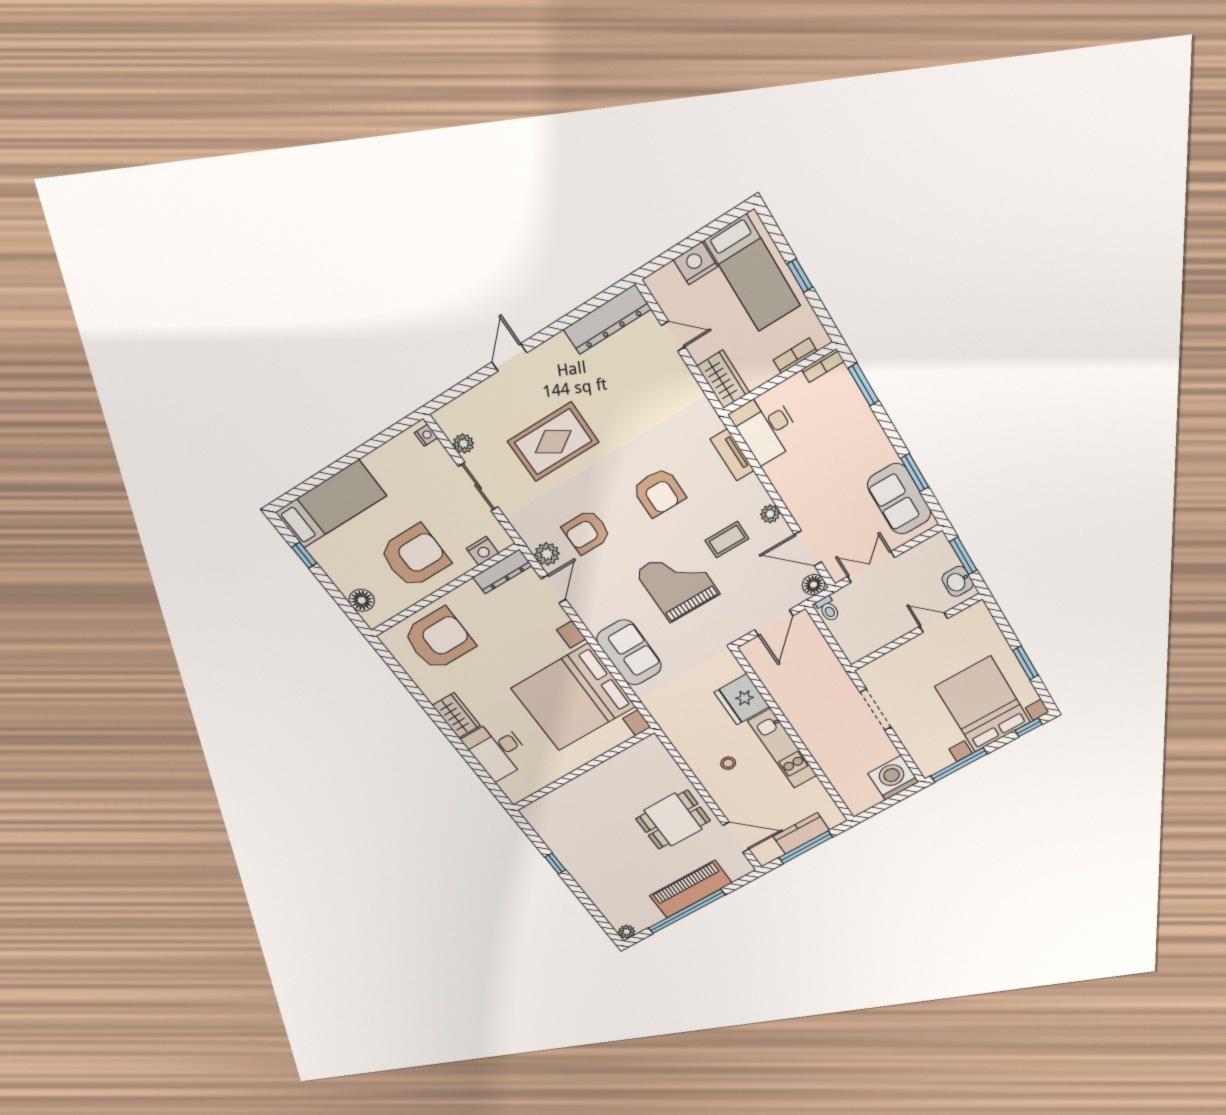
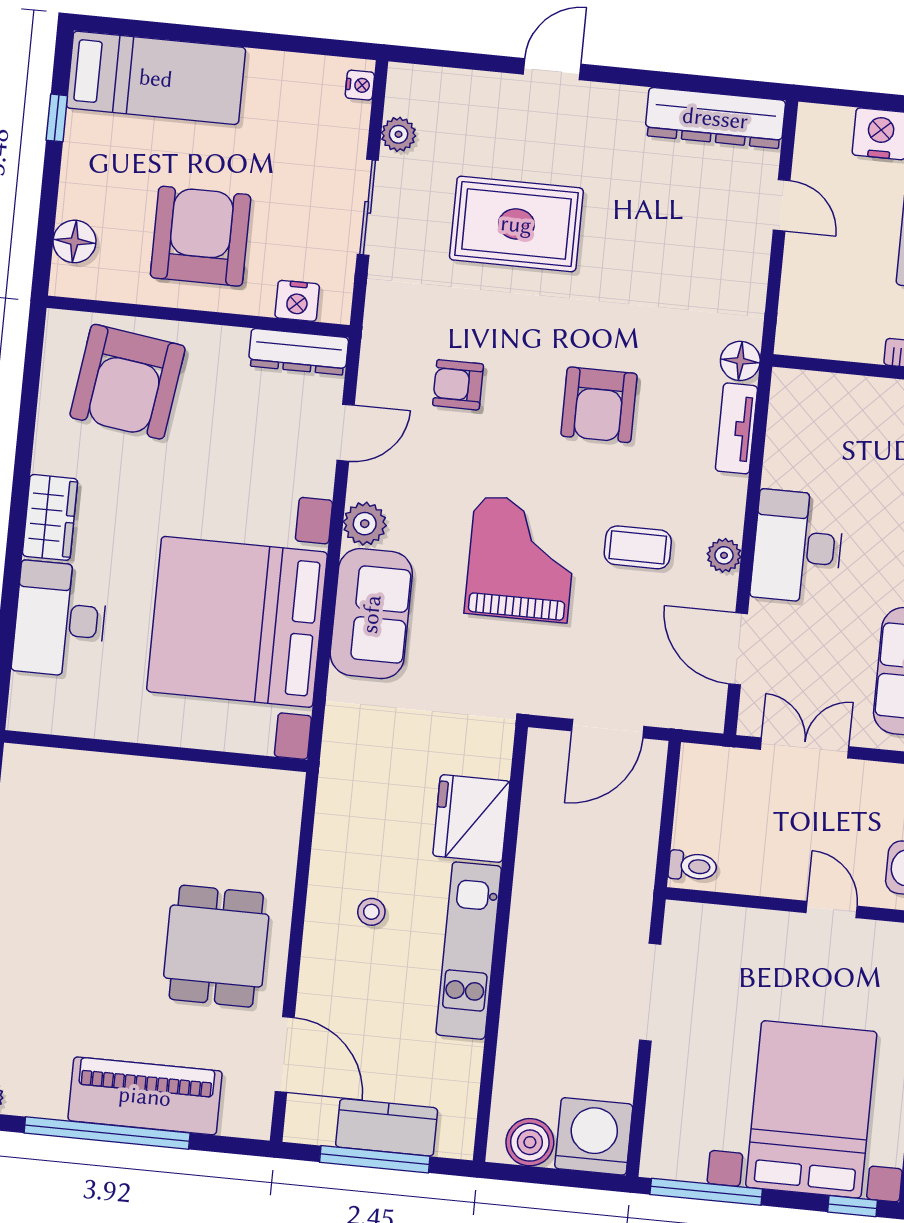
wardrobe: (723, 379) -> (802, 314), removed
desk: (766, 428) -> (798, 547), moved
armchair: (587, 532) -> (458, 385), width x0.72, depth x0.72
plant: (547, 554) -> (365, 524), moved
armchair: (415, 556) -> (201, 236), turned -90
floor lamp: (814, 585) -> (740, 361), moved
toilet: (828, 609) -> (693, 866), moved, turned -90
armchair: (439, 639) -> (128, 382), turned 98
boiler: (867, 798) -> (530, 1142), added
dining table: (673, 820) -> (216, 946), turned 90

